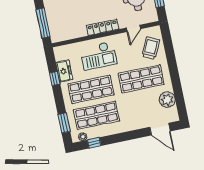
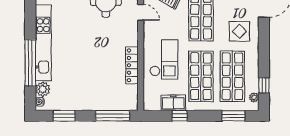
locker: (103, 27) -> (132, 65), moved
display table: (135, 113) -> (239, 31), added

